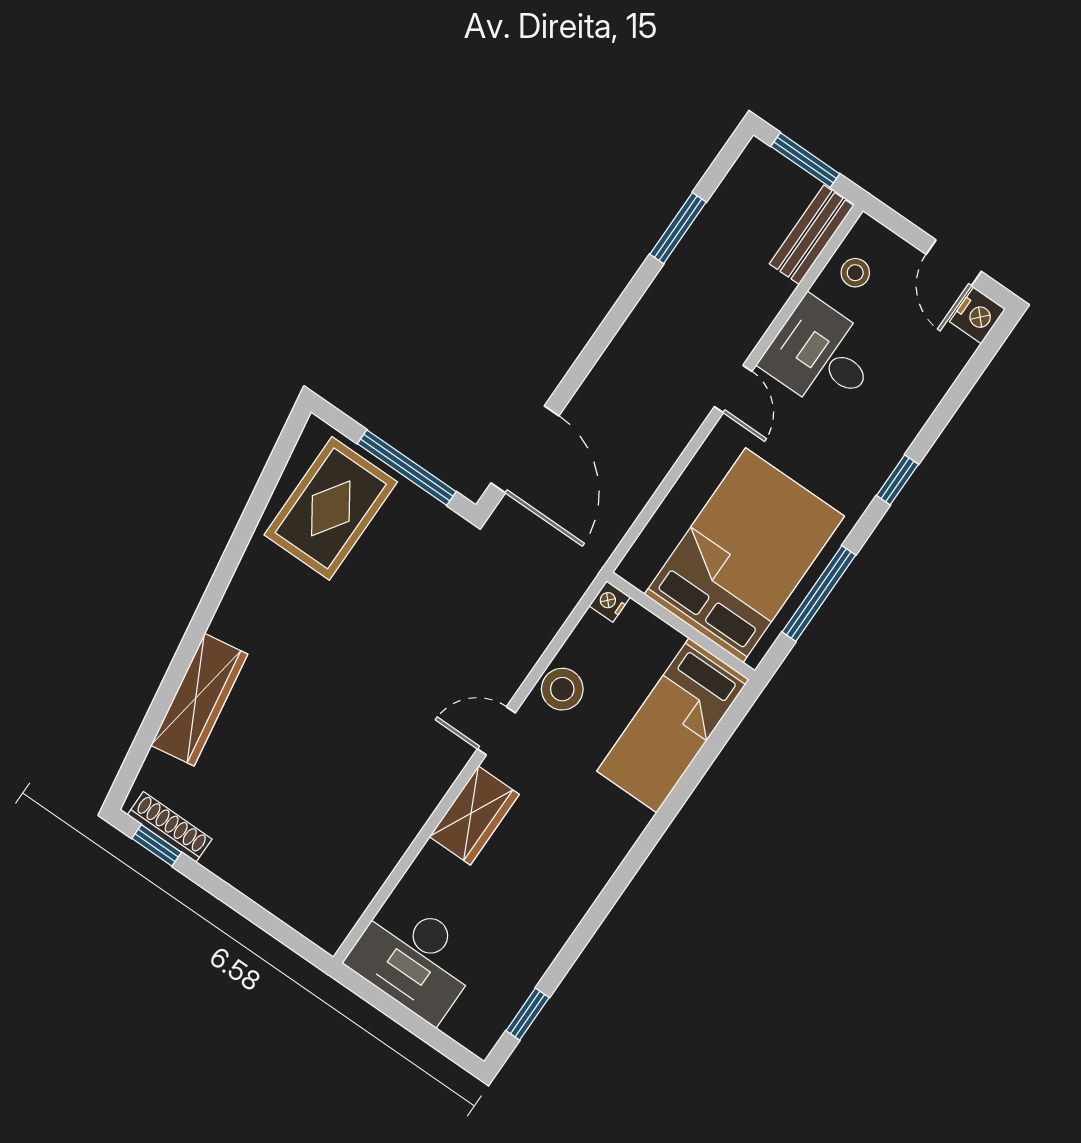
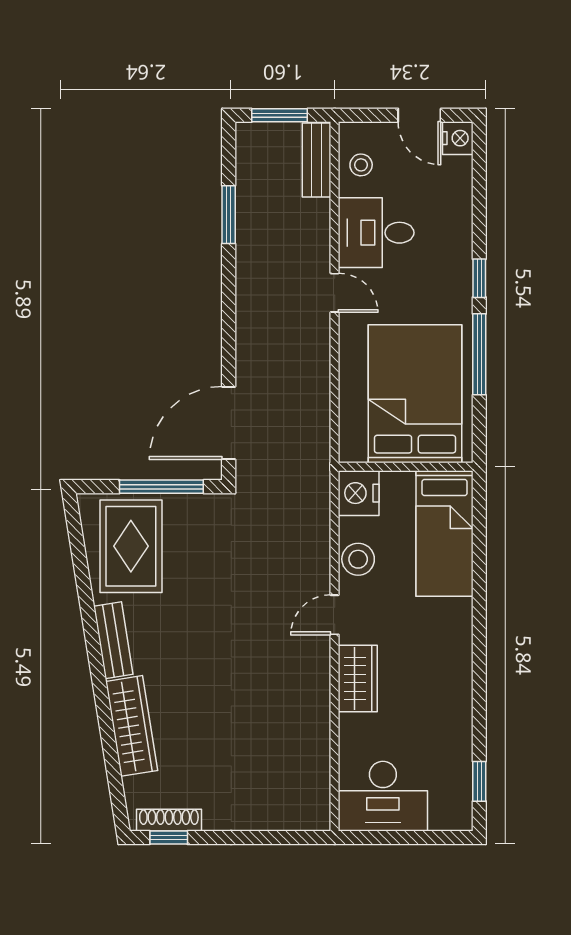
door: (525, 449) -> (229, 423), swing flipped
window: (819, 593) -> (479, 354), moved
bench: (243, 595) -> (113, 640), added
nightstand: (610, 602) -> (359, 493), width x1.89, depth x1.79

